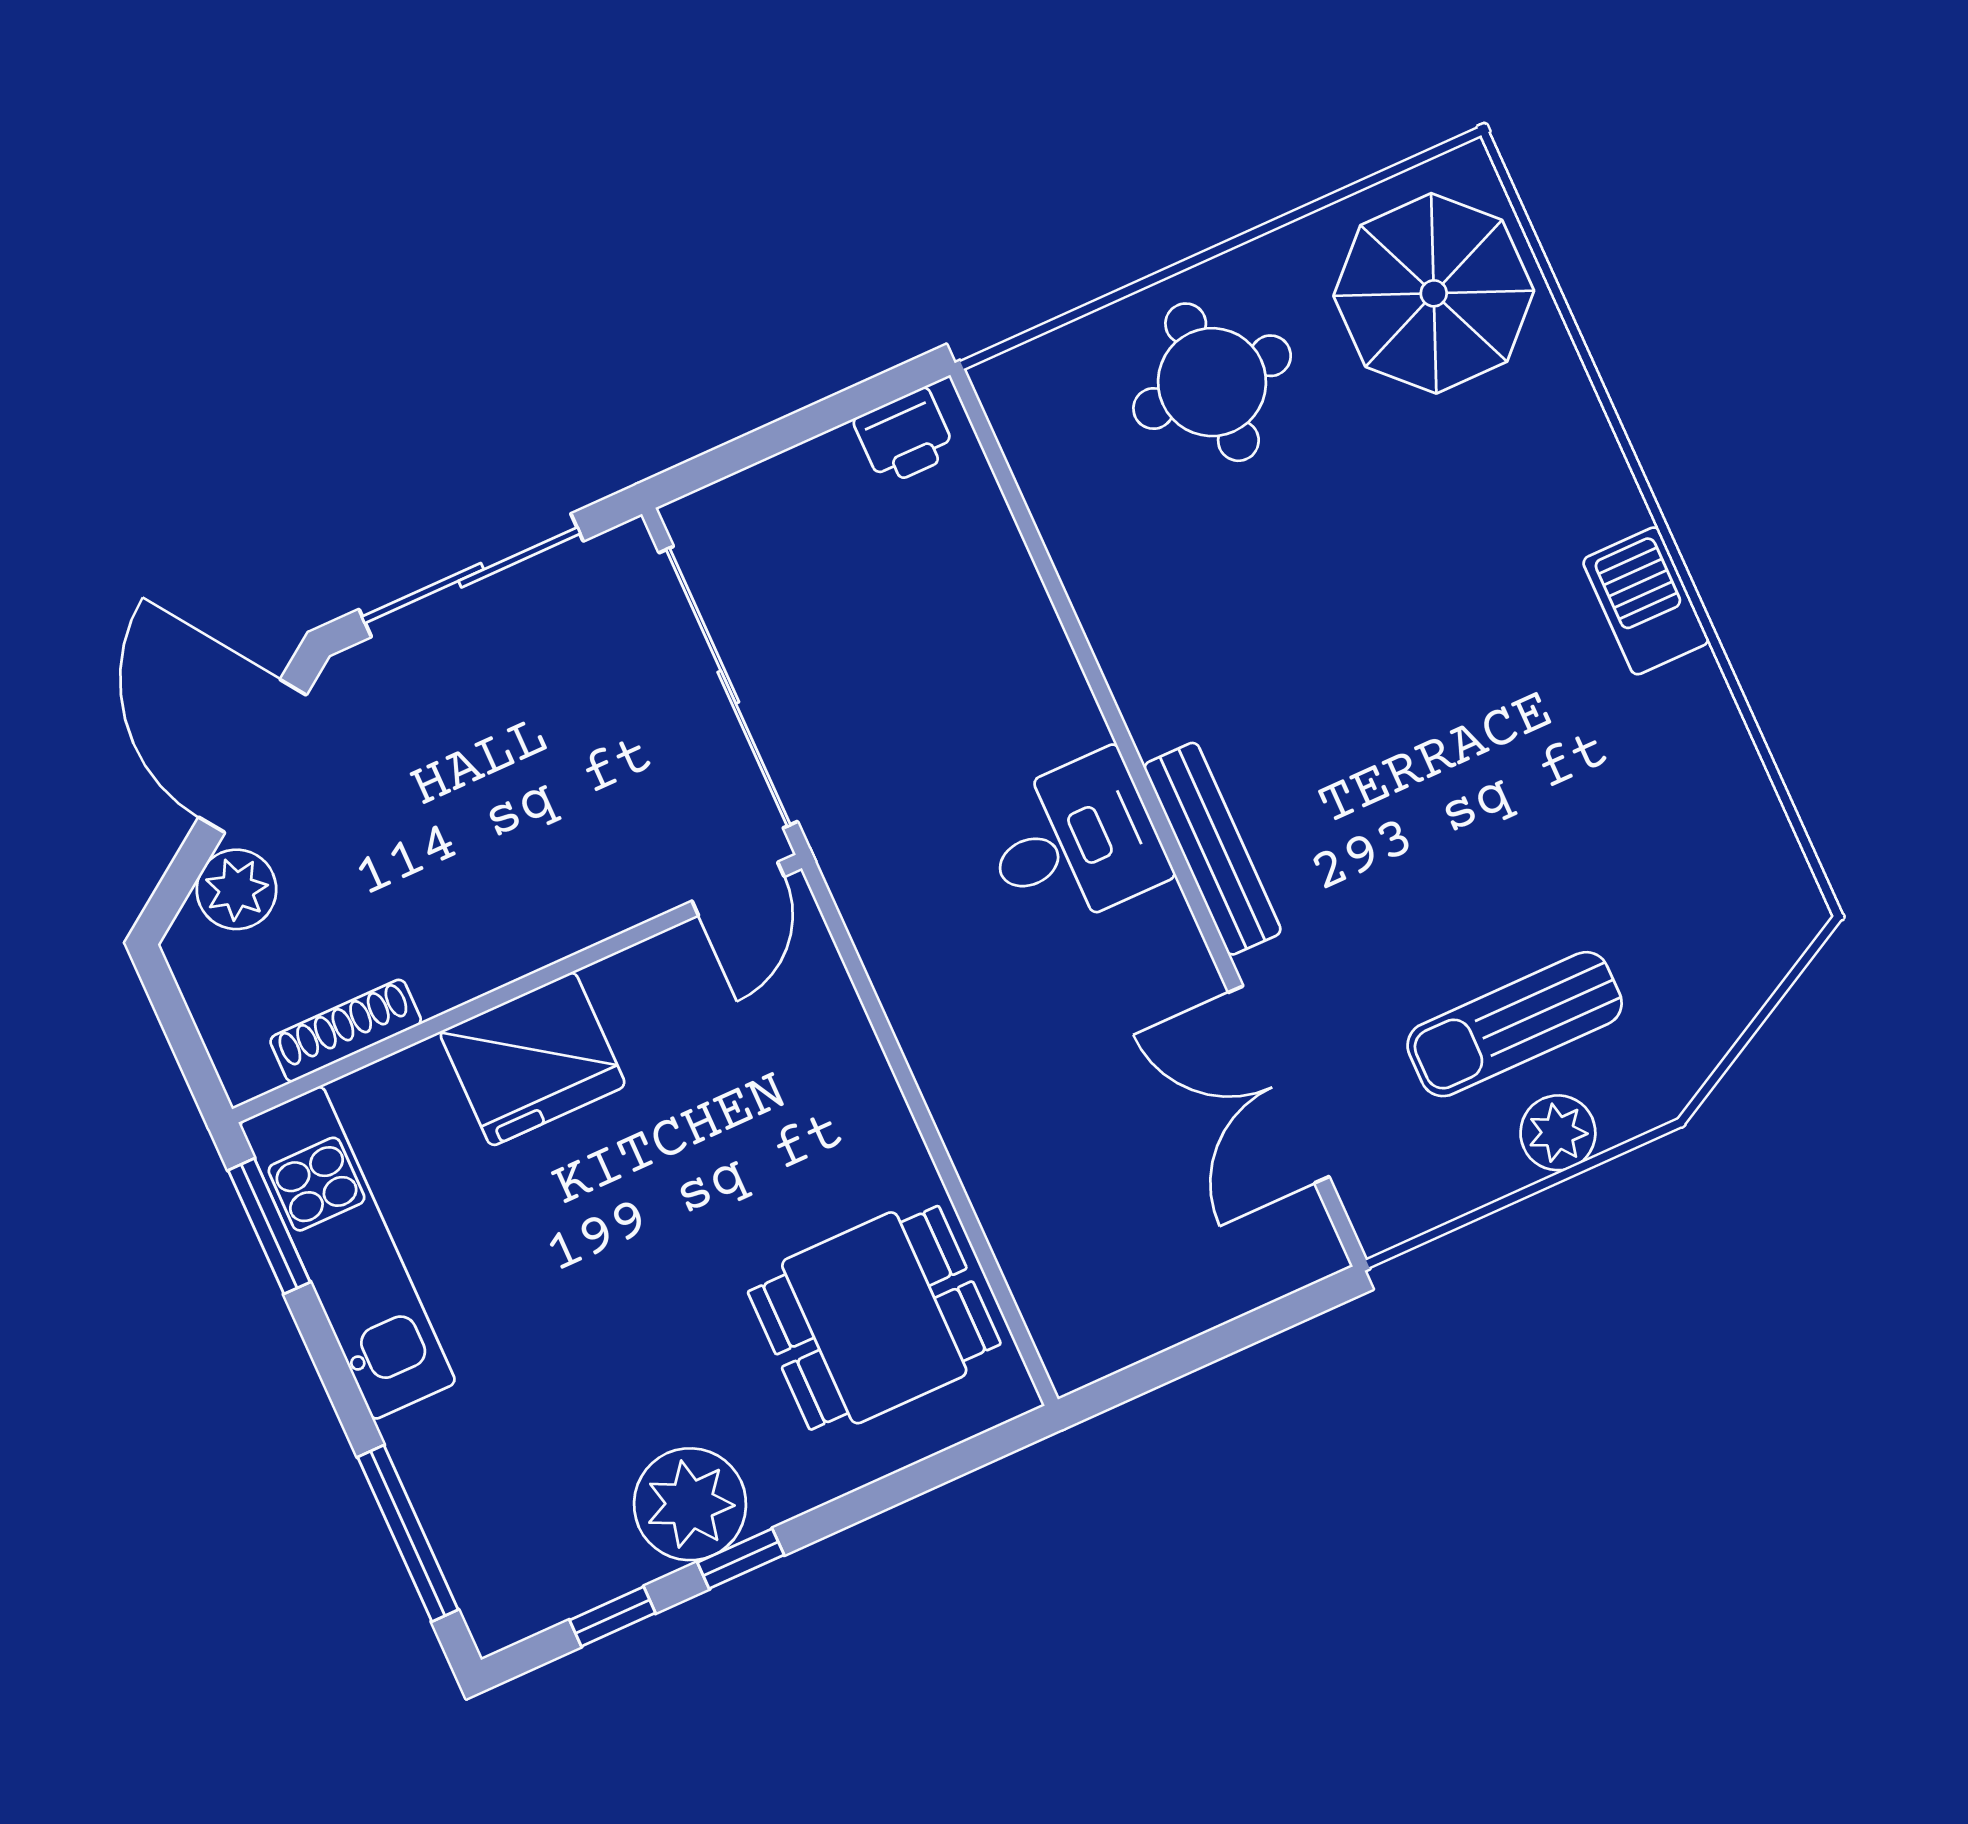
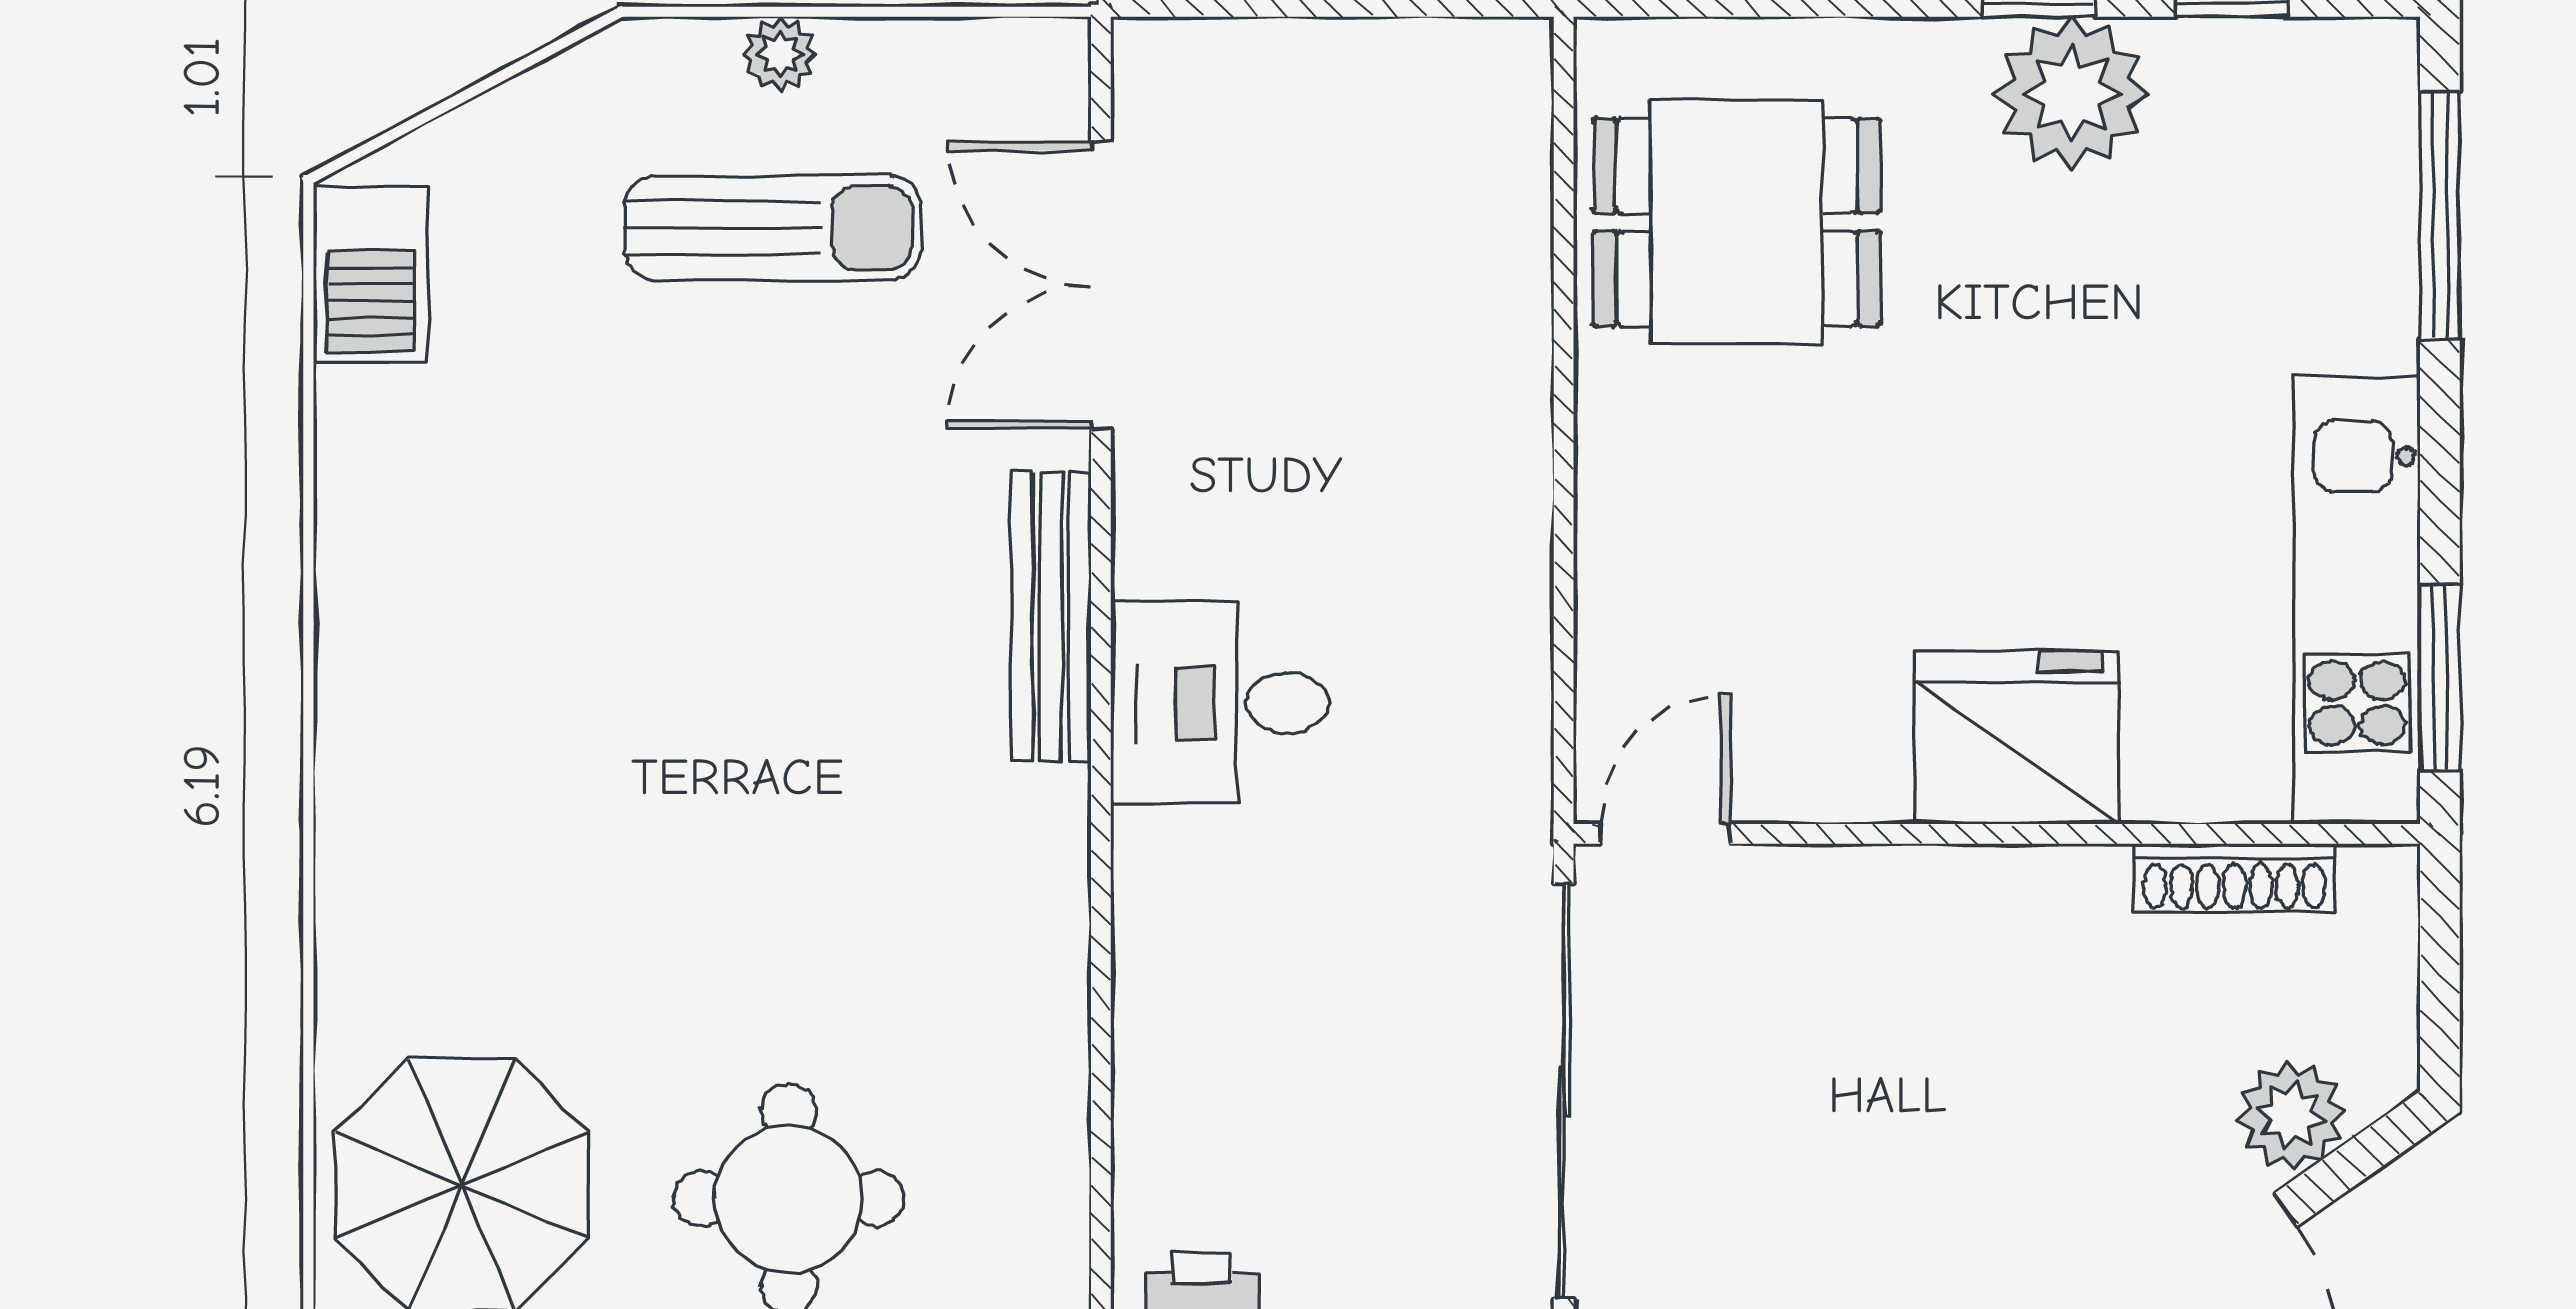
barbecue: (1646, 601) -> (371, 275), moved
double door: (1279, 1085) -> (1101, 285), swing flipped
plant: (1558, 1133) -> (780, 54), width x0.73, depth x0.73

